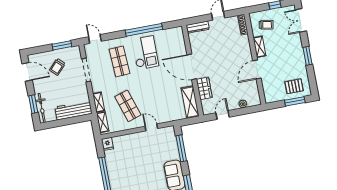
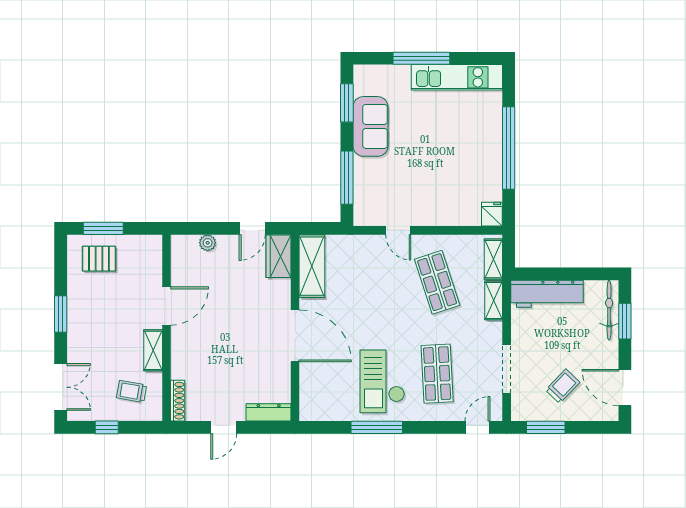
window: (144, 30) -> (377, 427), width x0.68
door: (95, 39) -> (477, 427), swing flipped
wardrobe: (204, 88) -> (279, 256), moved

